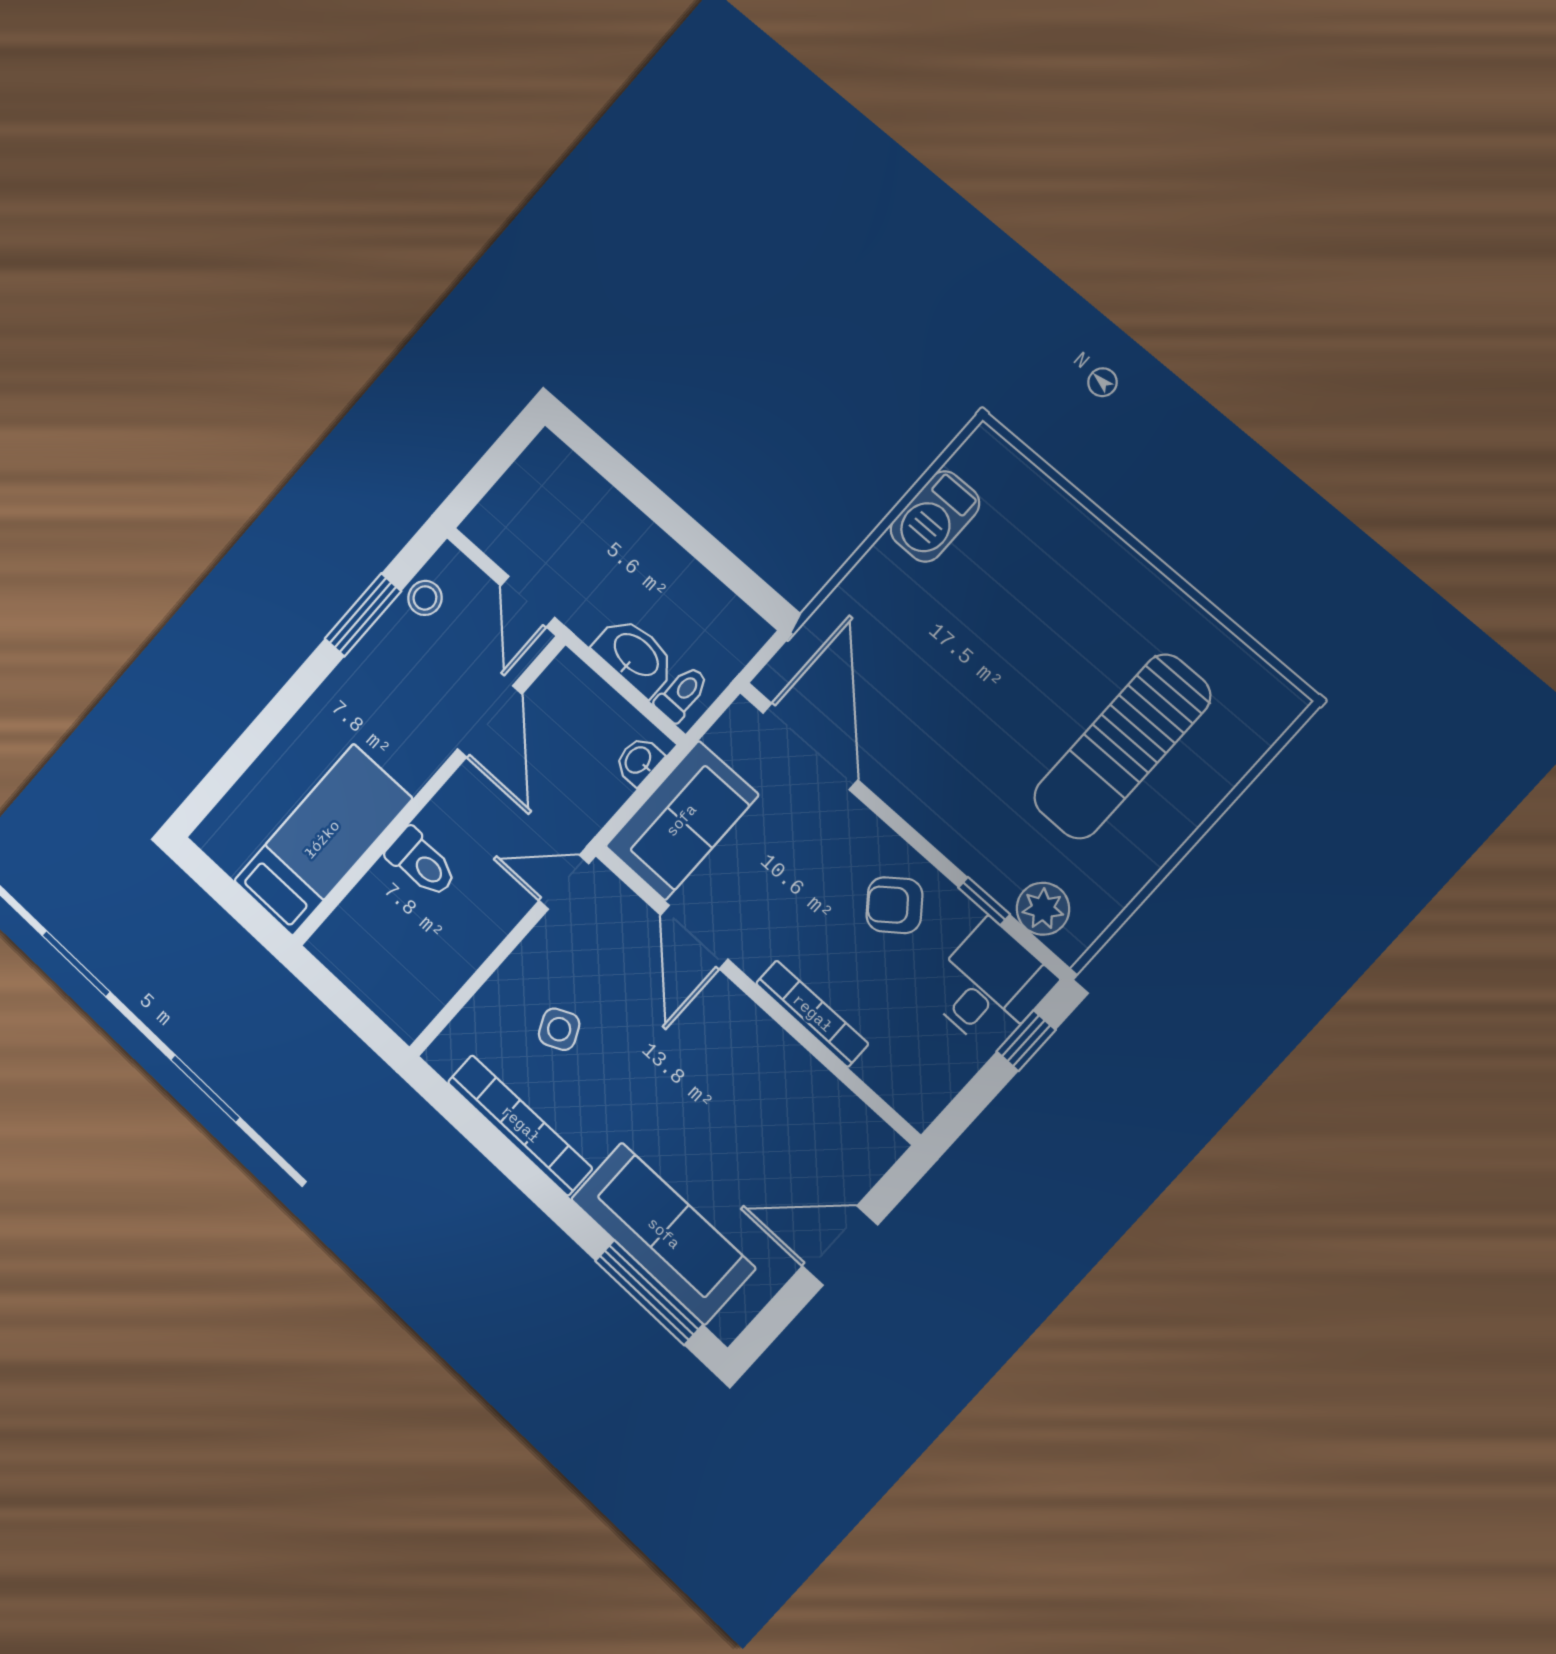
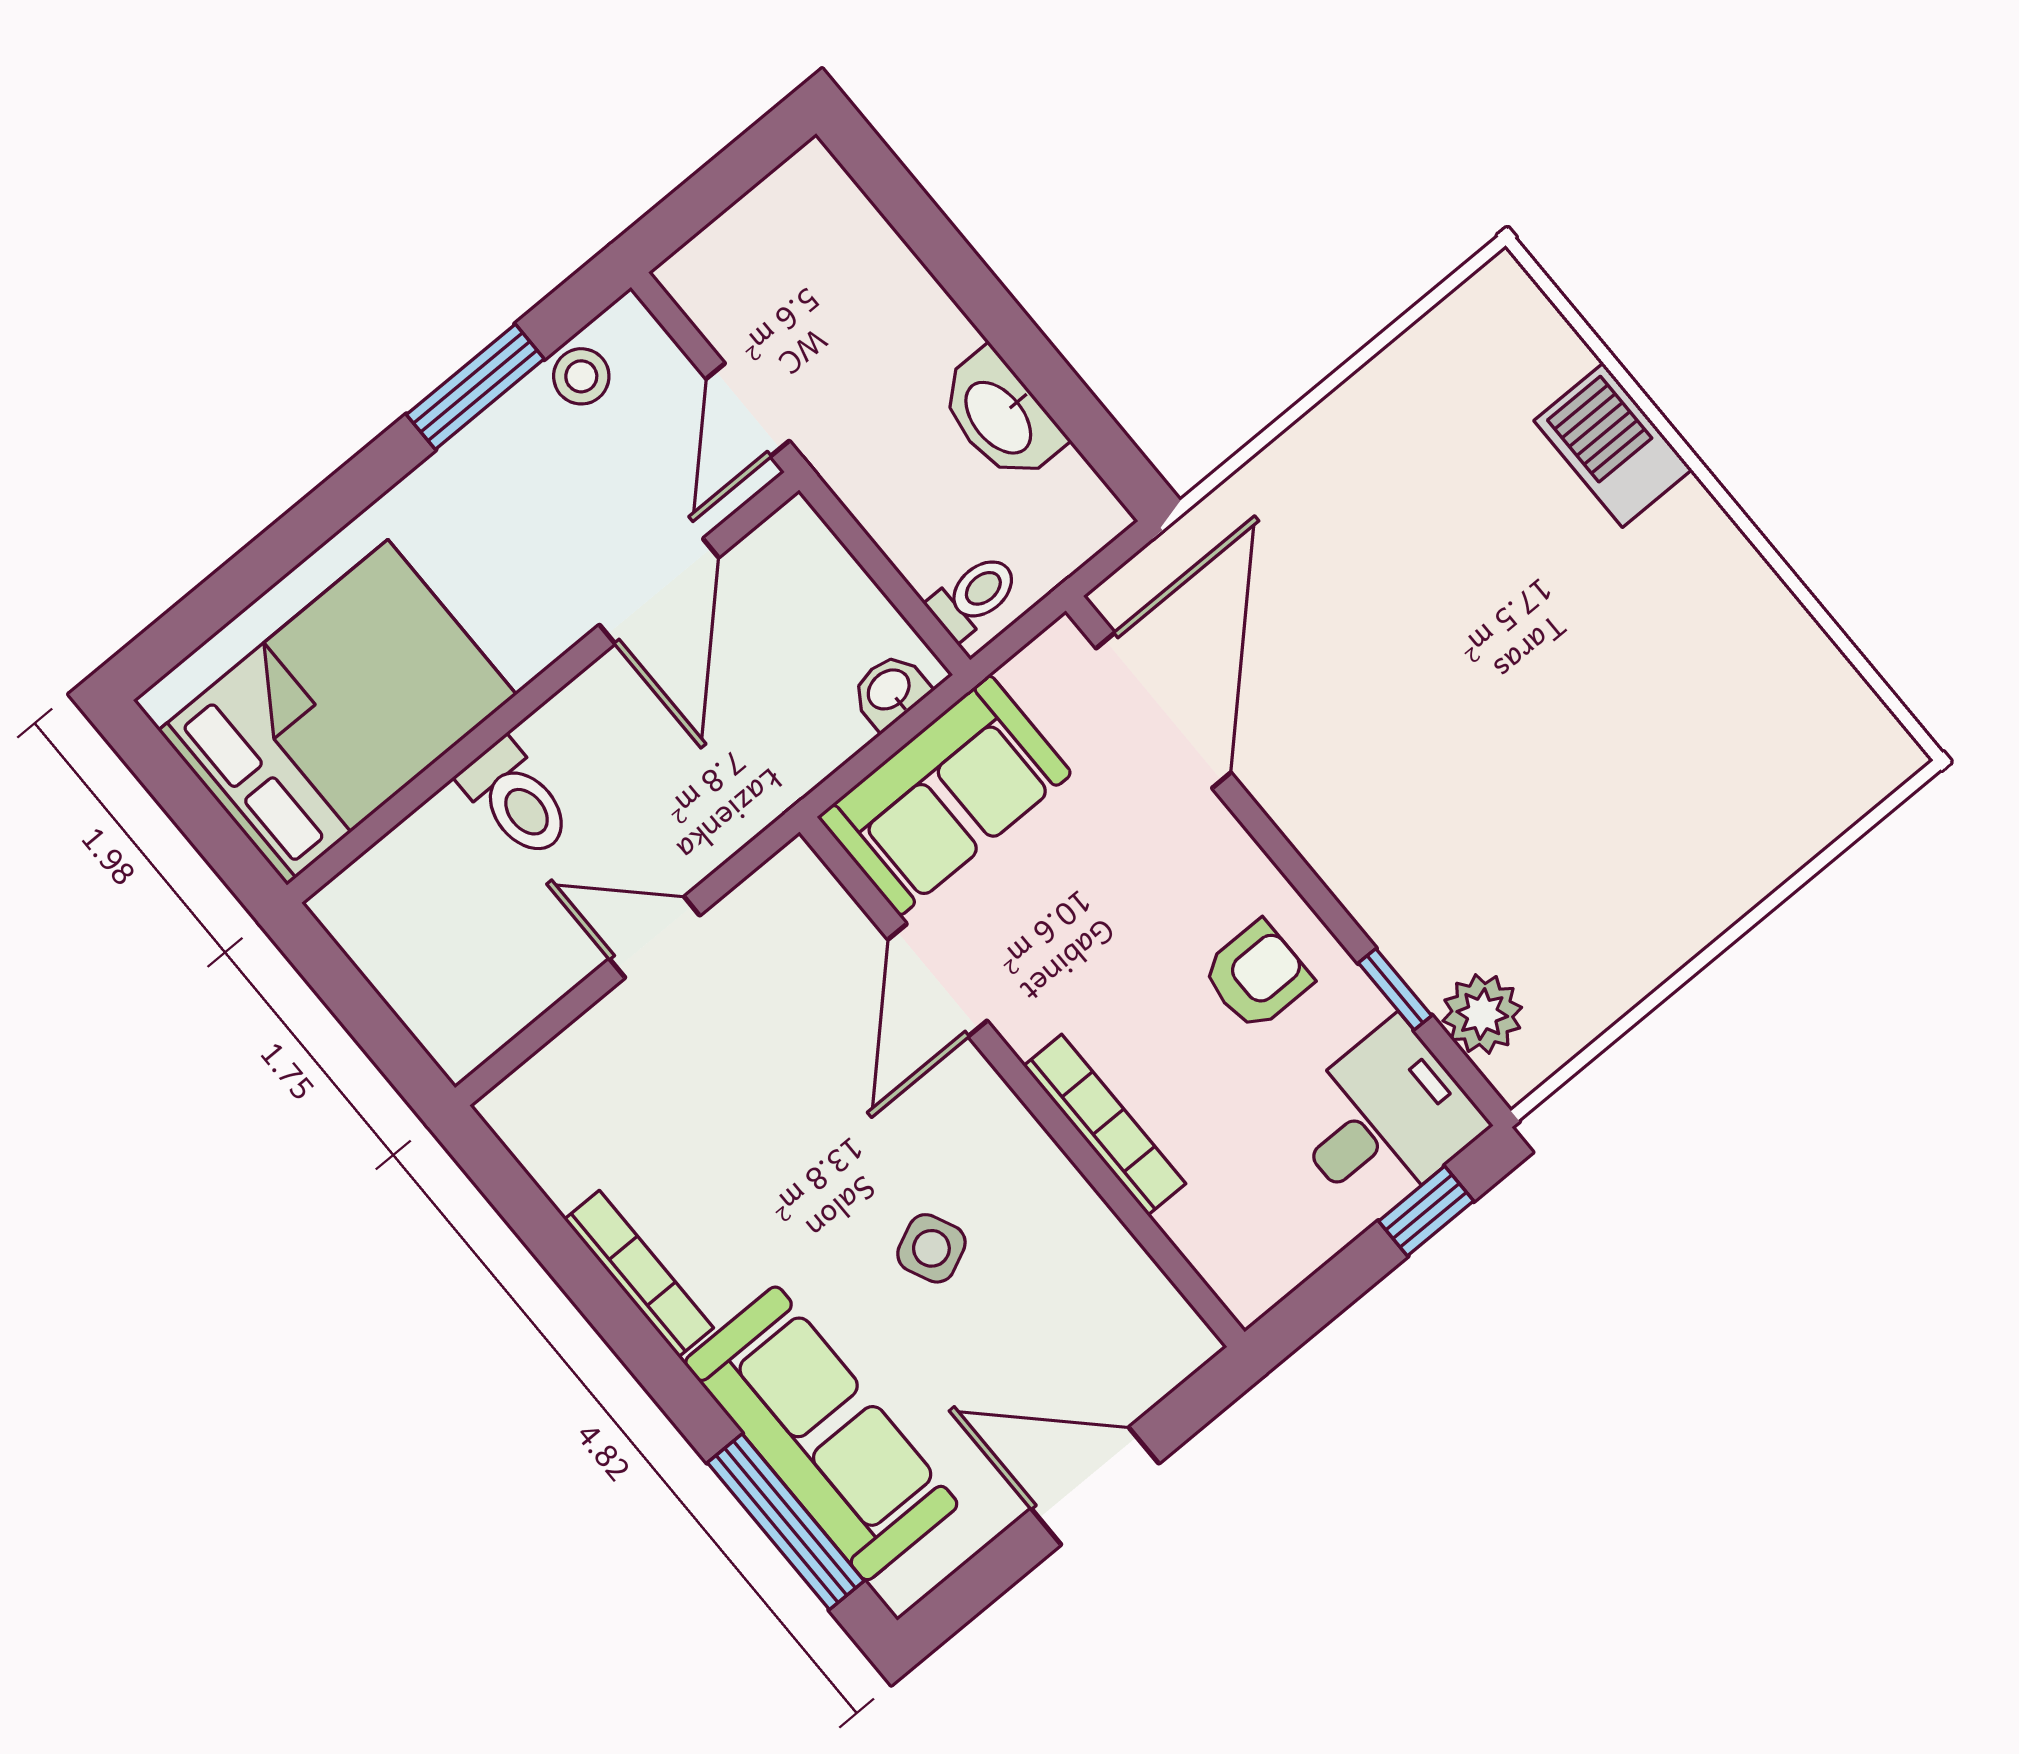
barbecue: (935, 516) -> (1613, 445), moved, turned 90
washbasin: (635, 656) -> (1000, 416), moved, turned 180
sun lounger: (1122, 747) -> (1639, 785), removed
bed: (323, 840) -> (337, 712), width x1.50
door: (564, 882) -> (655, 937), moved
armchair: (894, 905) -> (1257, 976), turned 128
side table: (559, 1029) -> (931, 1248), moved
bookcase: (520, 1125) -> (639, 1274), width x0.68, depth x0.76

